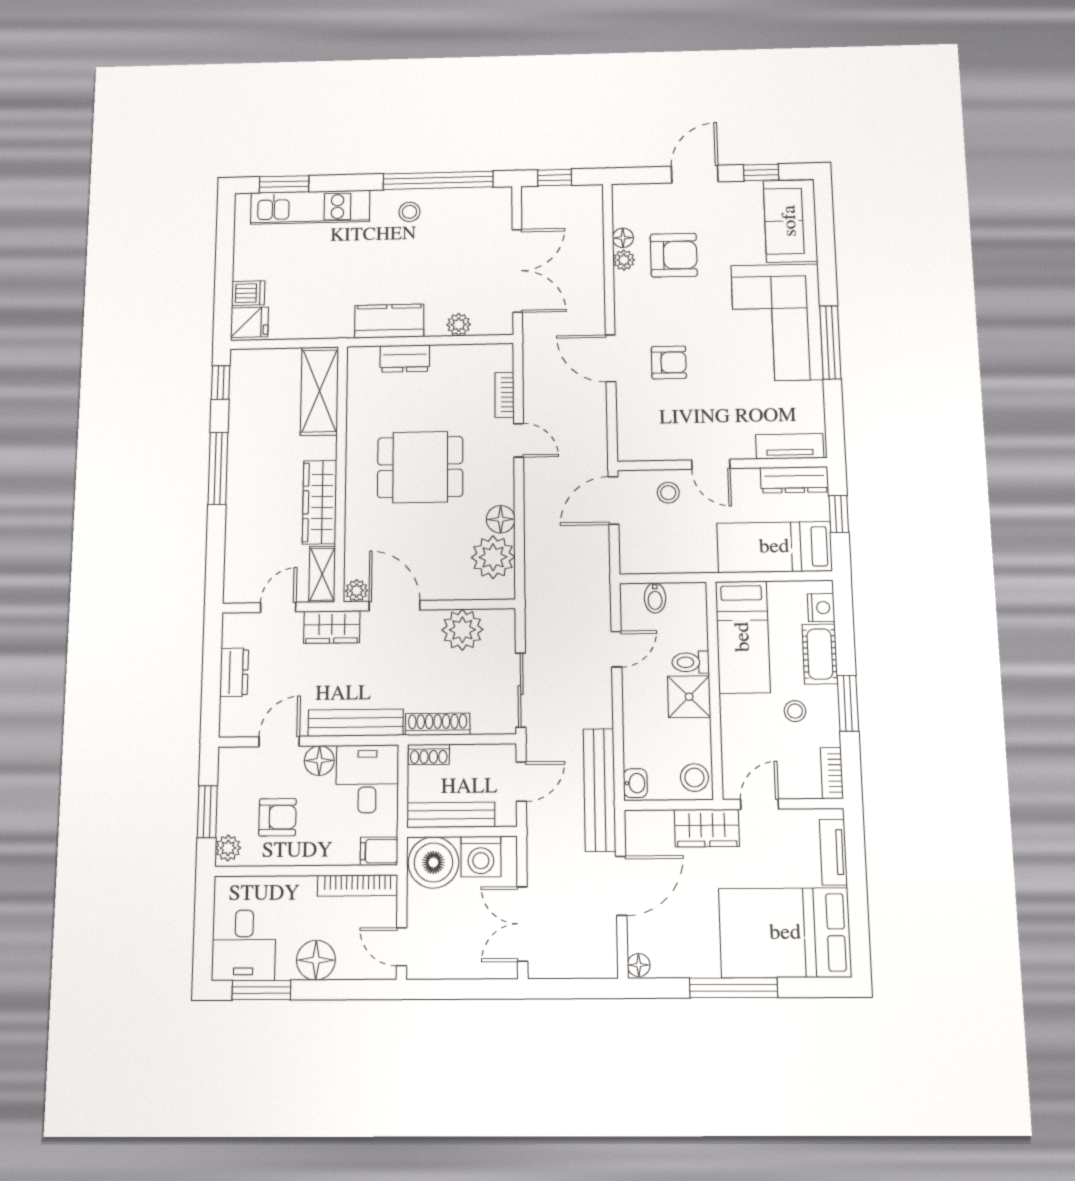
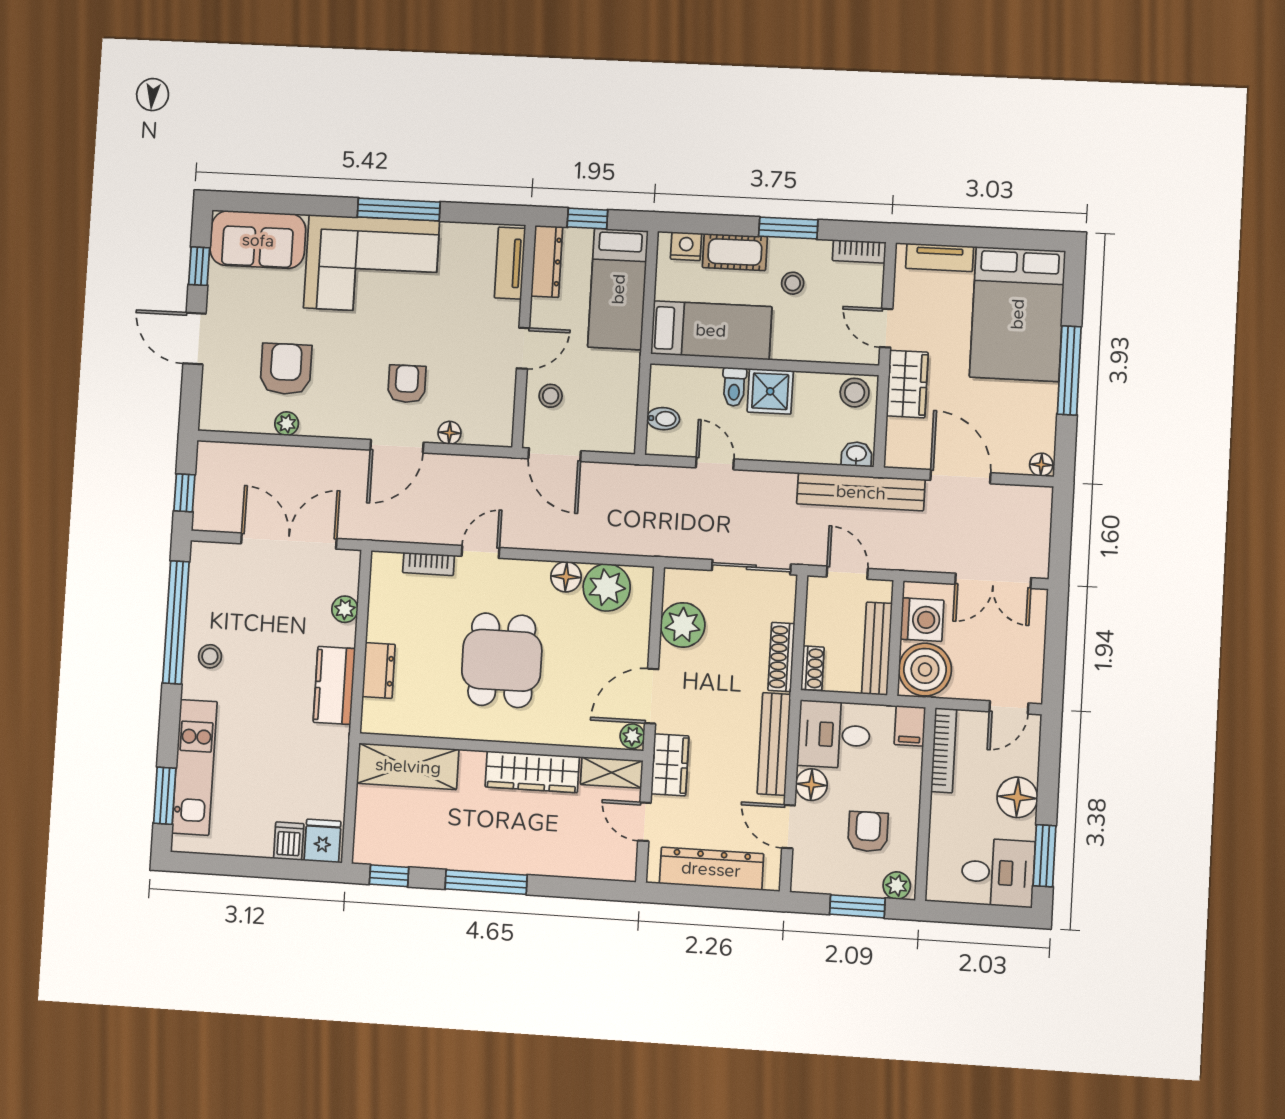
floor lamp: (623, 238) -> (450, 433), moved
dresser: (234, 672) -> (711, 869), width x1.96, depth x1.24

